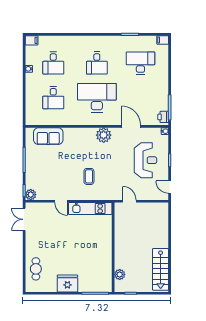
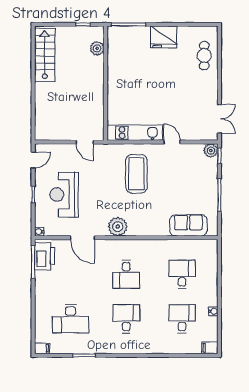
desk: (97, 98) -> (126, 274), width x0.53, depth x0.77
printer: (163, 117) -> (45, 256), width x1.87, depth x1.48
coffee table: (89, 176) -> (136, 174), width x1.86, depth x1.72
door: (170, 187) -> (33, 160), hinge flipped

